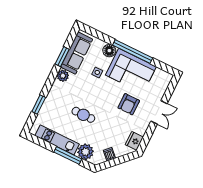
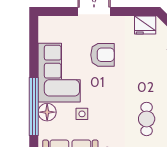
window: (133, 51) -> (34, 106), moved
cafe table: (83, 115) -> (147, 119), moved

